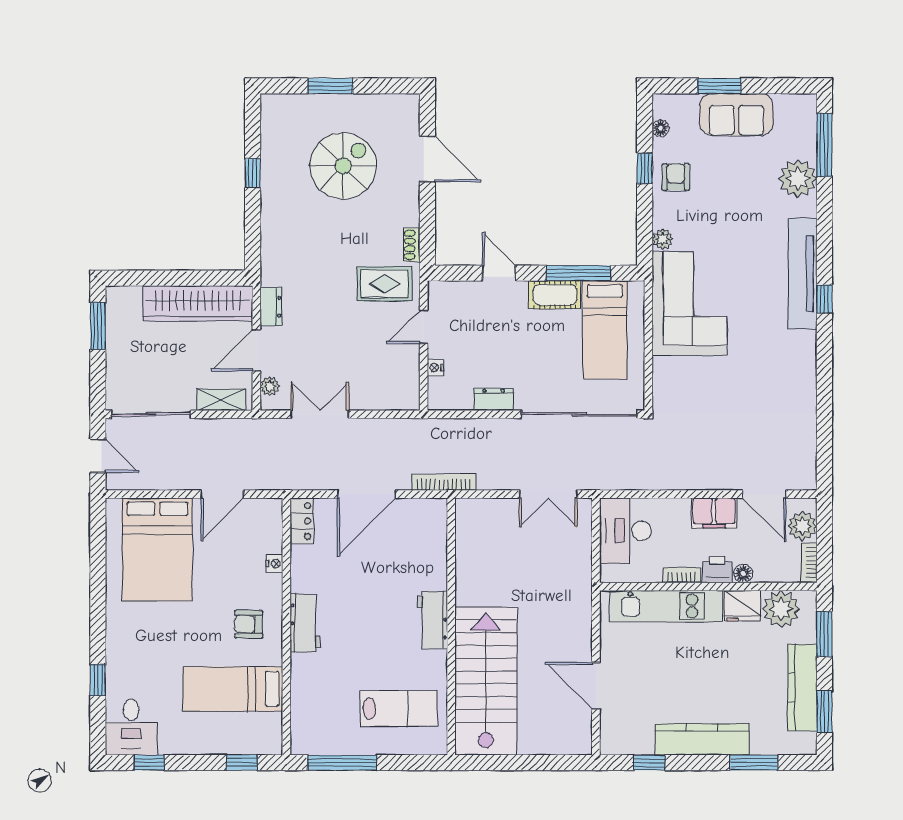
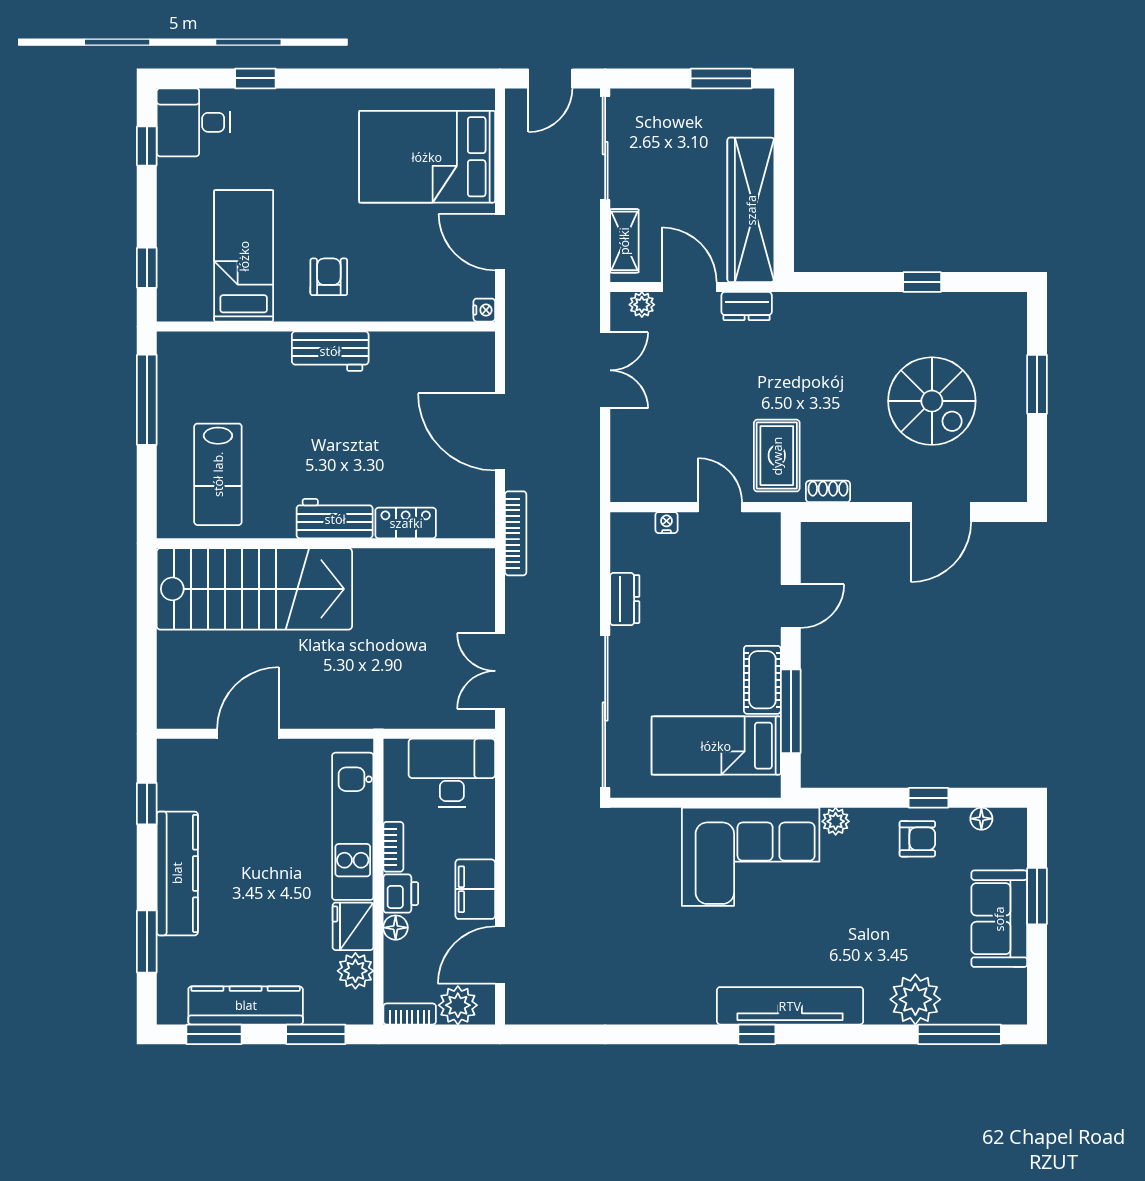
locker: (302, 521) -> (406, 523), moved, turned 180
nightstand: (274, 564) -> (484, 310), moved, turned -90
plant: (781, 609) -> (355, 971), width x0.73, depth x0.73

